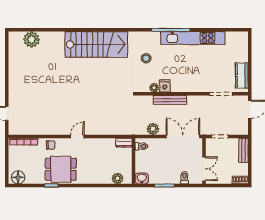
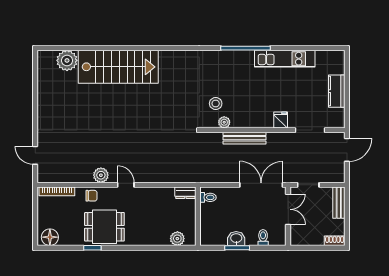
kitchen unit: (193, 38) -> (285, 59), width x0.73
stairs: (96, 44) -> (118, 67), moved
stool: (146, 58) -> (216, 103), moved
kitchen counter: (242, 76) -> (337, 91), moved
fridge: (165, 86) -> (281, 120), moved
plant: (153, 129) -> (101, 175), moved
door: (77, 136) -> (126, 185), hinge flipped
double door: (204, 169) -> (288, 209), moved
washbasin: (142, 178) -> (236, 239), moved

